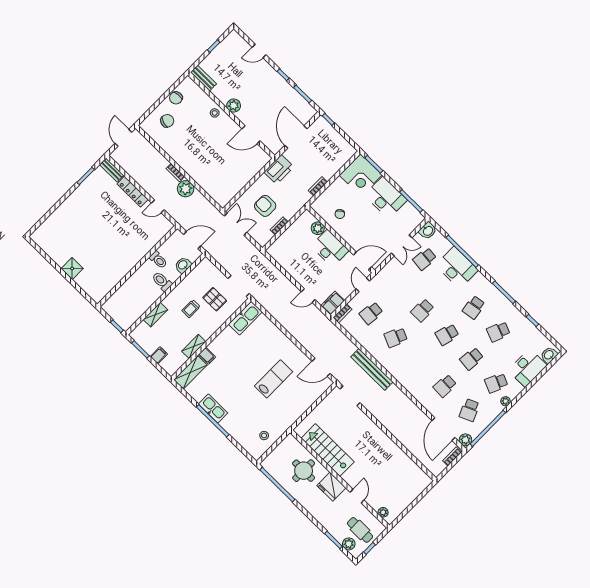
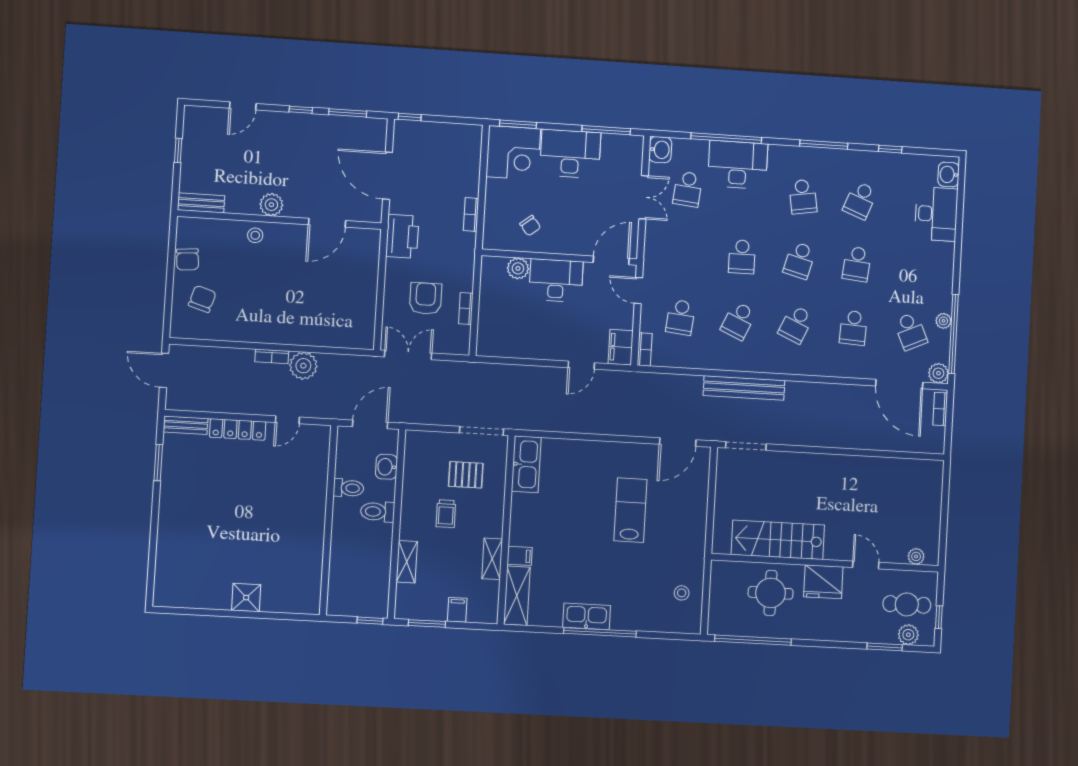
armchair: (265, 206) -> (426, 298), turned 90
school desk: (496, 383) -> (796, 324), moved
plant: (506, 401) -> (943, 321), moved

